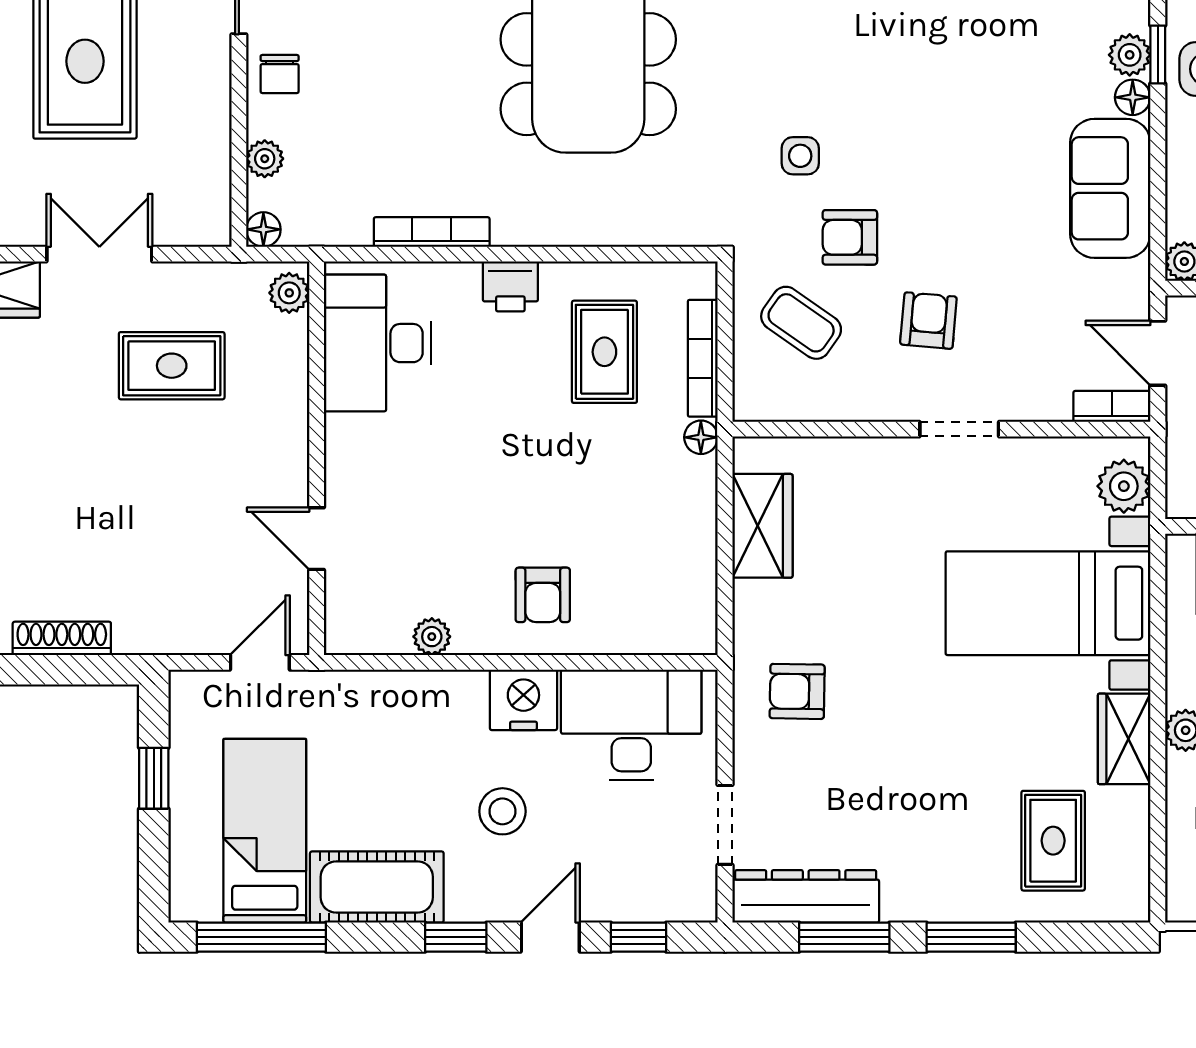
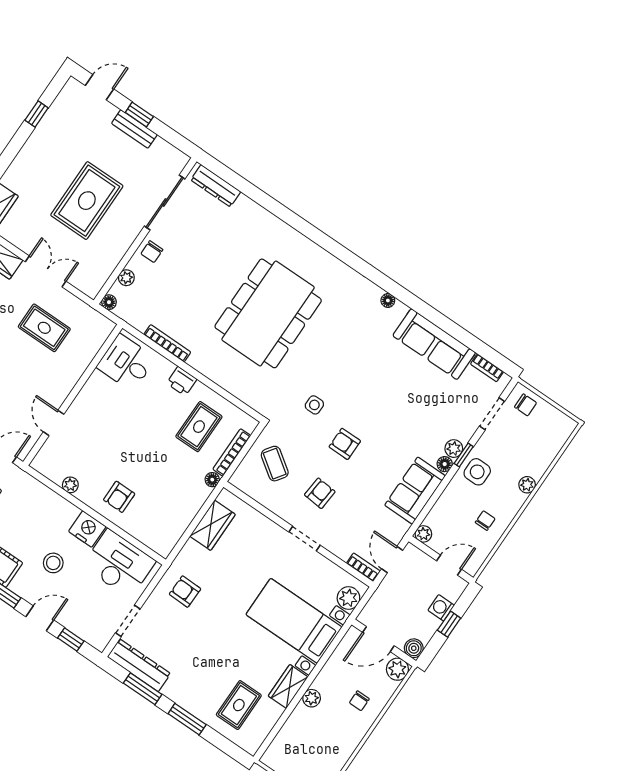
armchair: (850, 237) -> (345, 444), moved
plant: (289, 293) -> (103, 330), removed
desk: (378, 343) -> (126, 363), width x0.73

